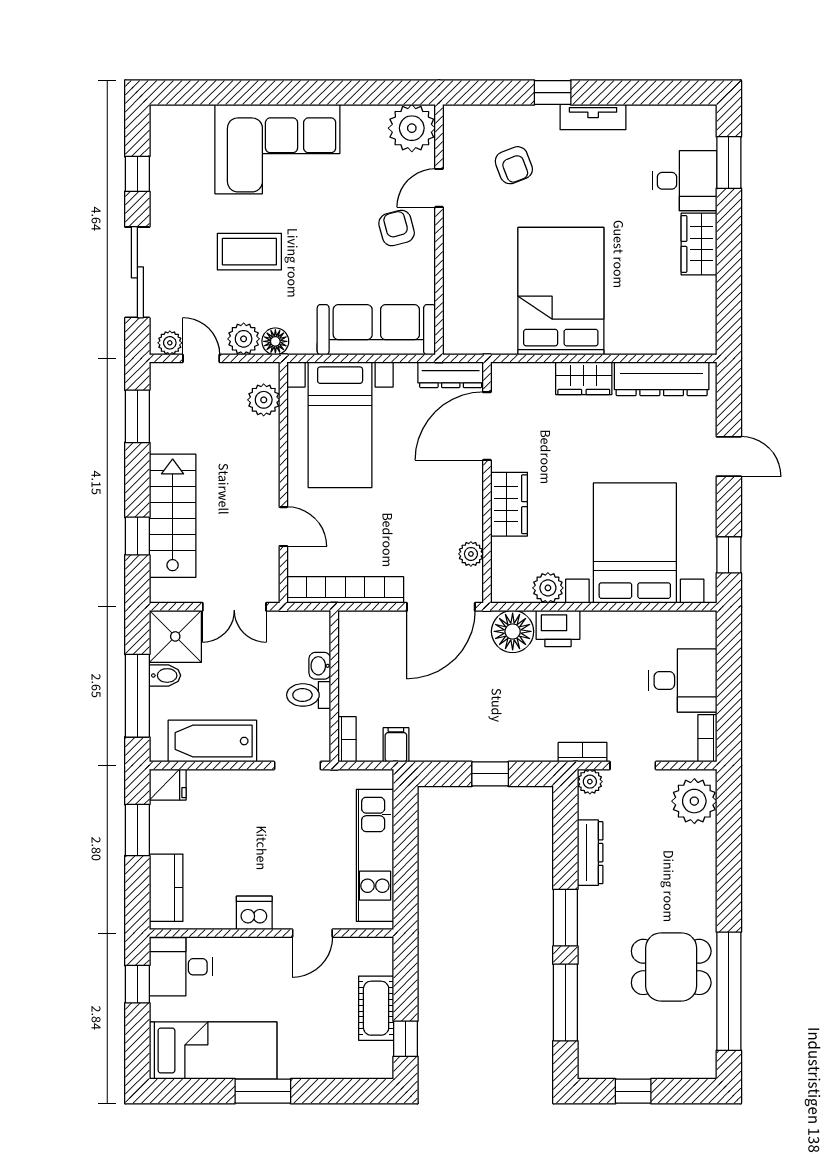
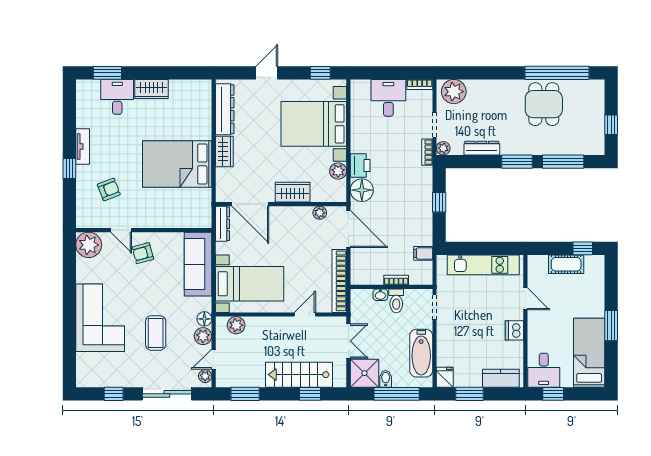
bookcase: (347, 739) -> (396, 280), moved

